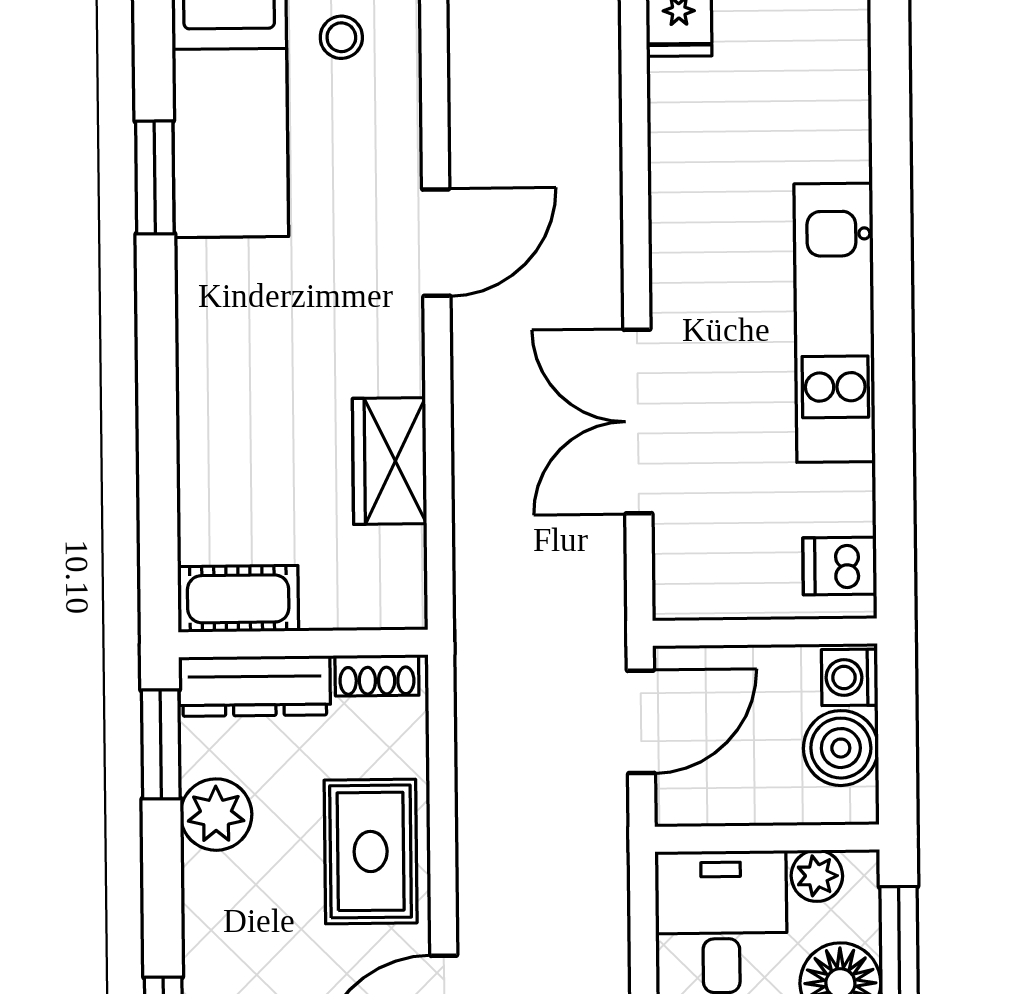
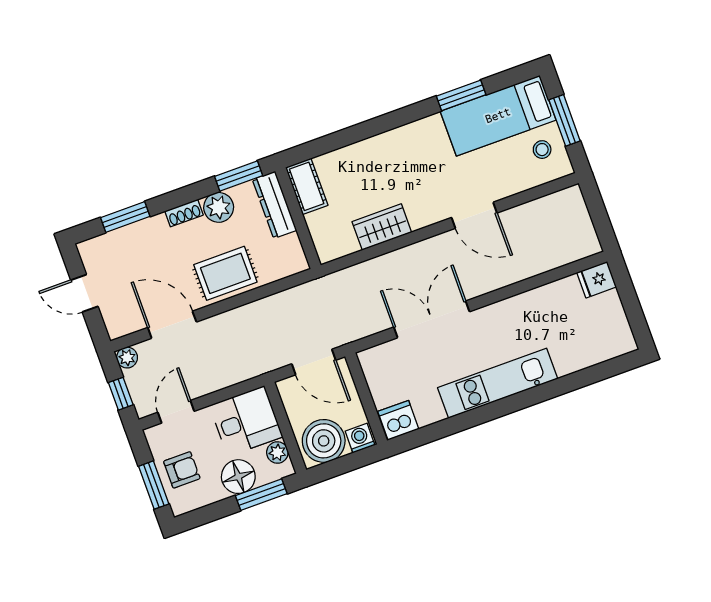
dishwasher: (840, 566) -> (398, 420), width x1.38
shoe rack: (377, 675) -> (184, 213), moved, turned -90
boiler: (841, 748) -> (324, 441), width x1.37, depth x1.37

